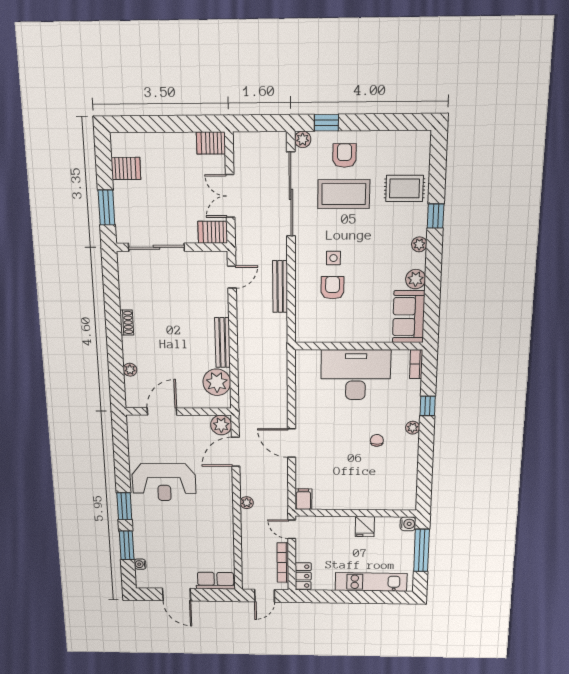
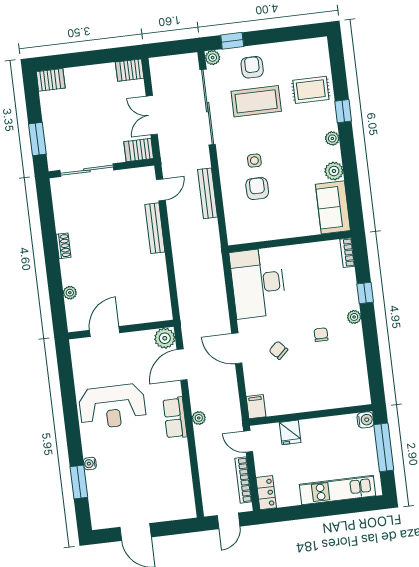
server rack: (126, 168) -> (51, 80), moved
bench: (223, 343) -> (155, 228), moved
desk: (356, 375) -> (258, 283), moved, turned -90
plant: (217, 382) -> (156, 295), removed
chair: (332, 450) -> (278, 350), added
window: (124, 506) -> (74, 438), removed
fridge: (365, 527) -> (290, 432), moved
water cooler: (140, 564) -> (90, 464), moved
row of seats: (216, 581) -> (175, 418), moved, turned -90

